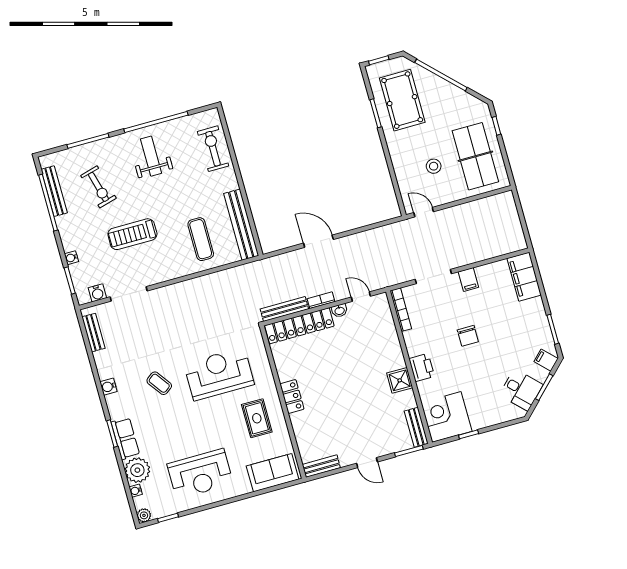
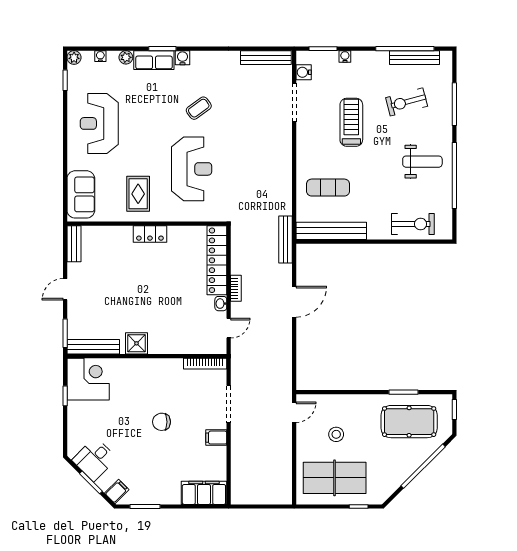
bench: (284, 309) -> (286, 240), moved
bench: (93, 333) -> (266, 58), width x1.36
printer: (422, 368) -> (143, 368), removed
water cooler: (108, 387) -> (182, 58), moved
rug: (257, 418) -> (138, 194), turned 90
bench: (416, 427) -> (93, 347), width x1.36
plant: (137, 470) -> (126, 57), width x0.53, depth x0.53

